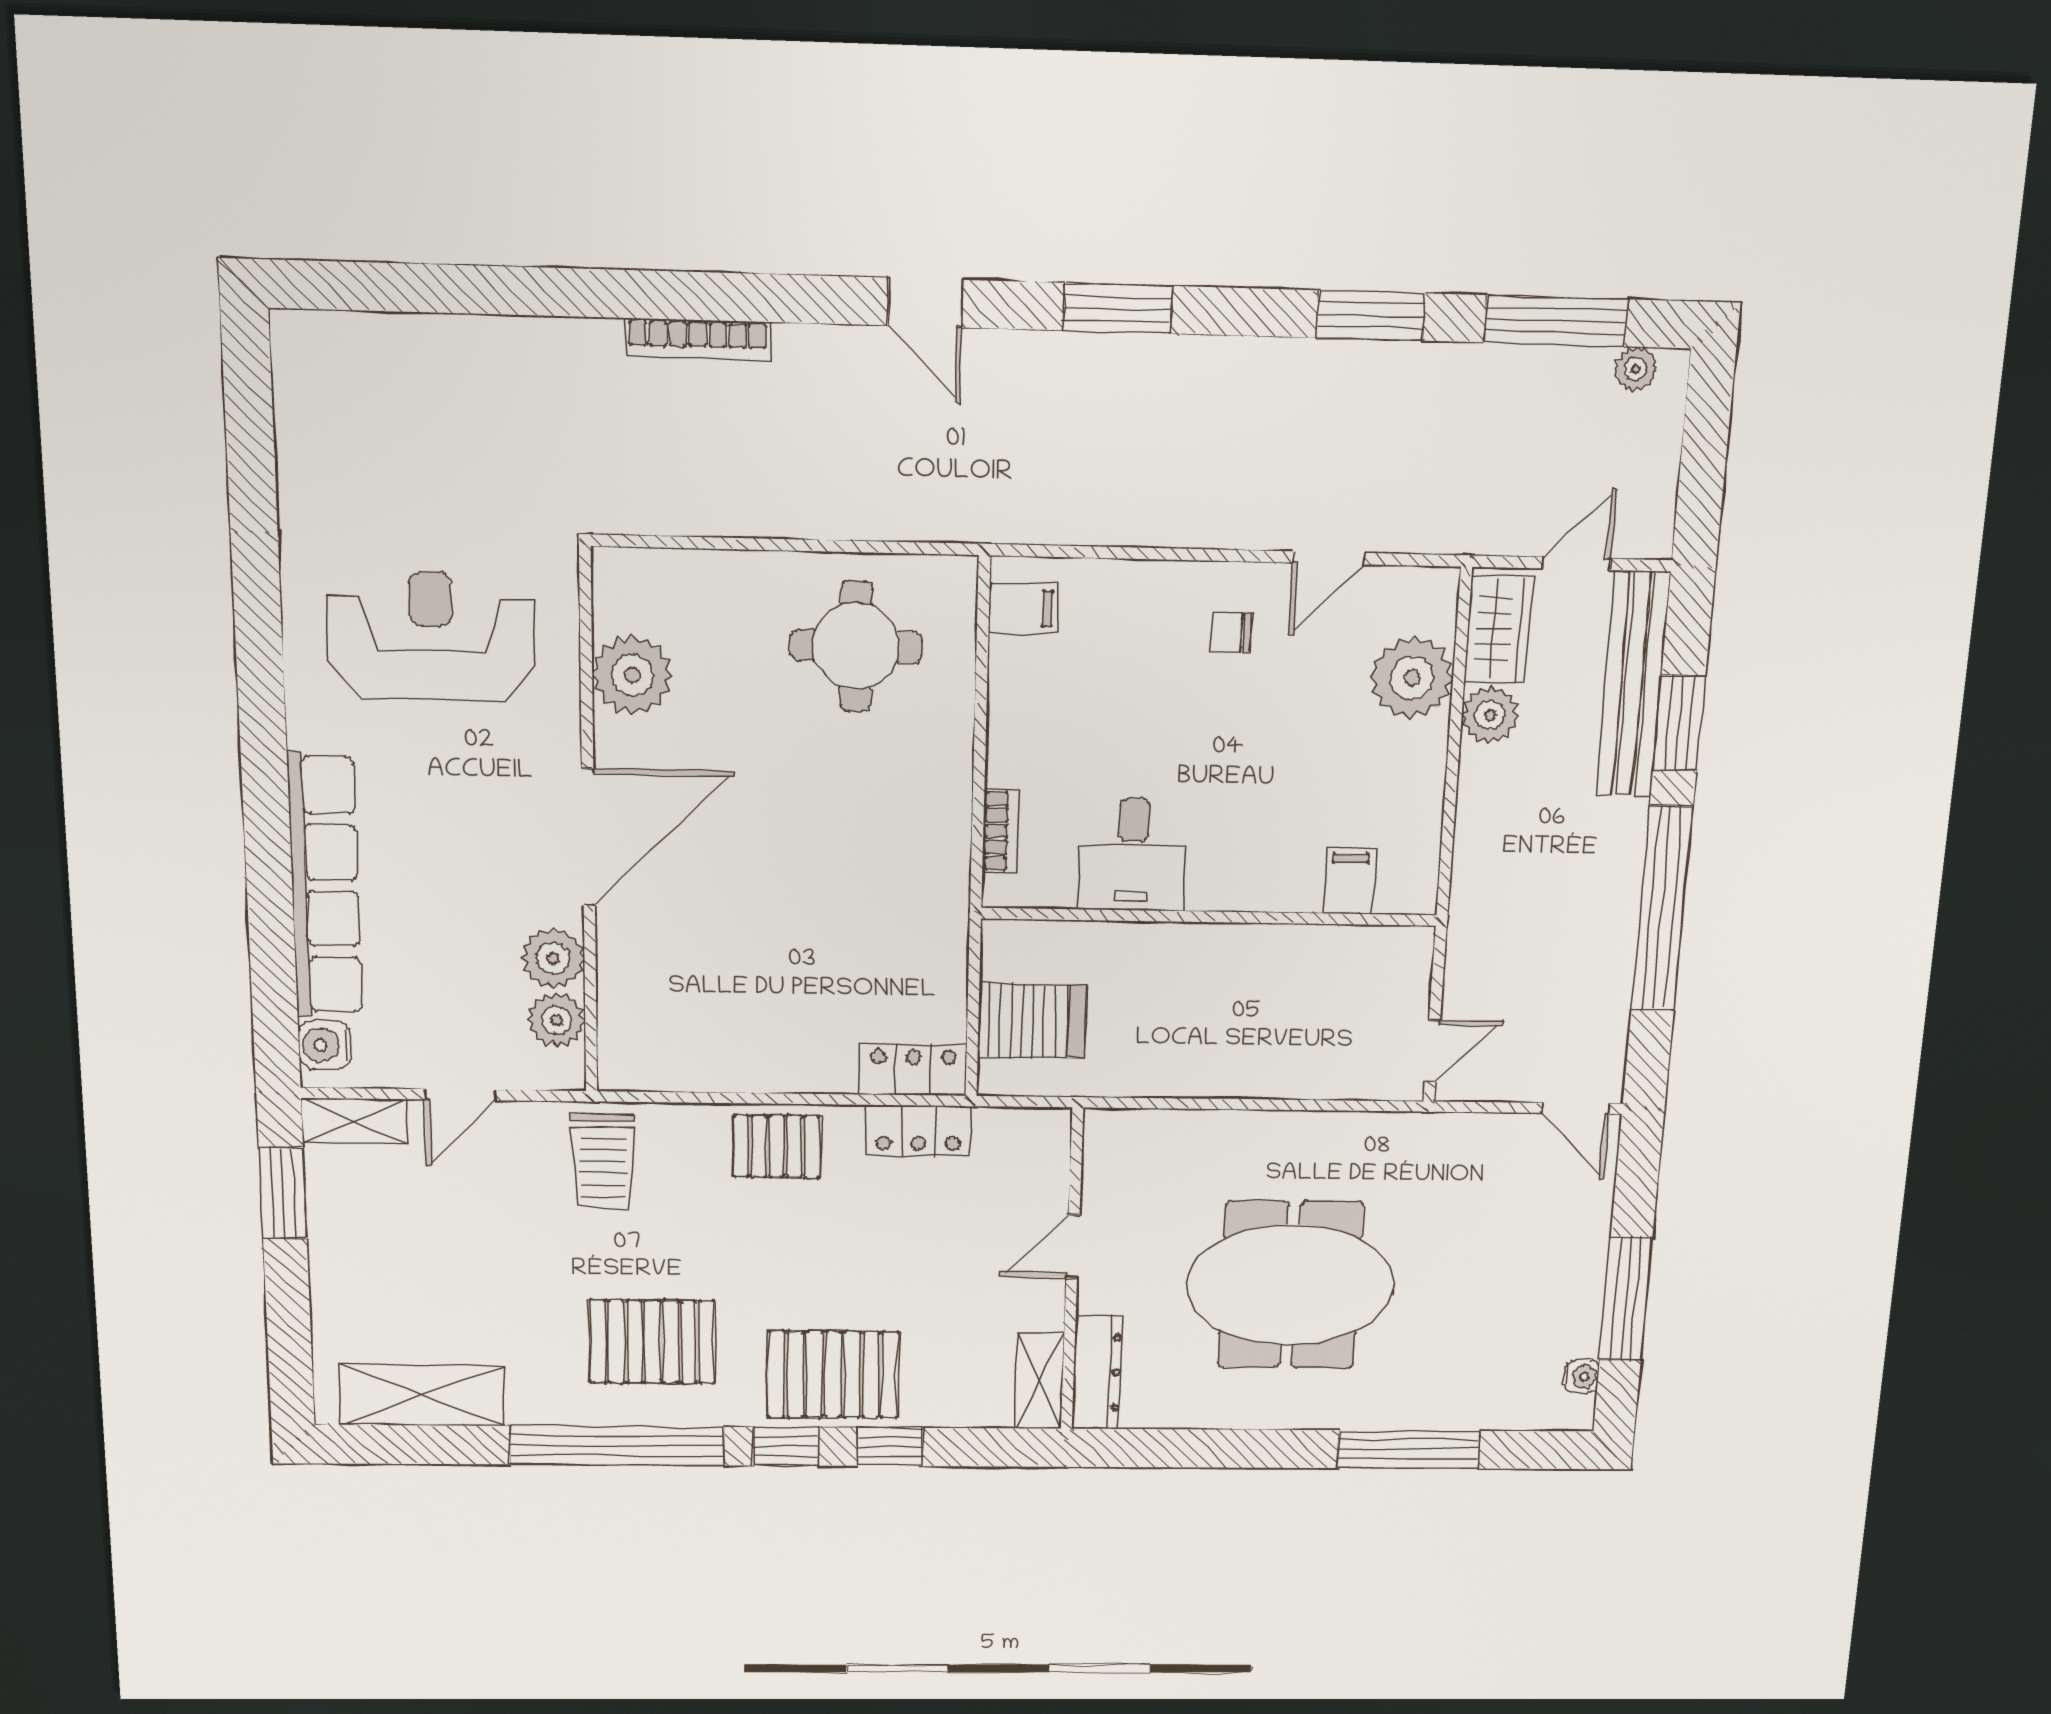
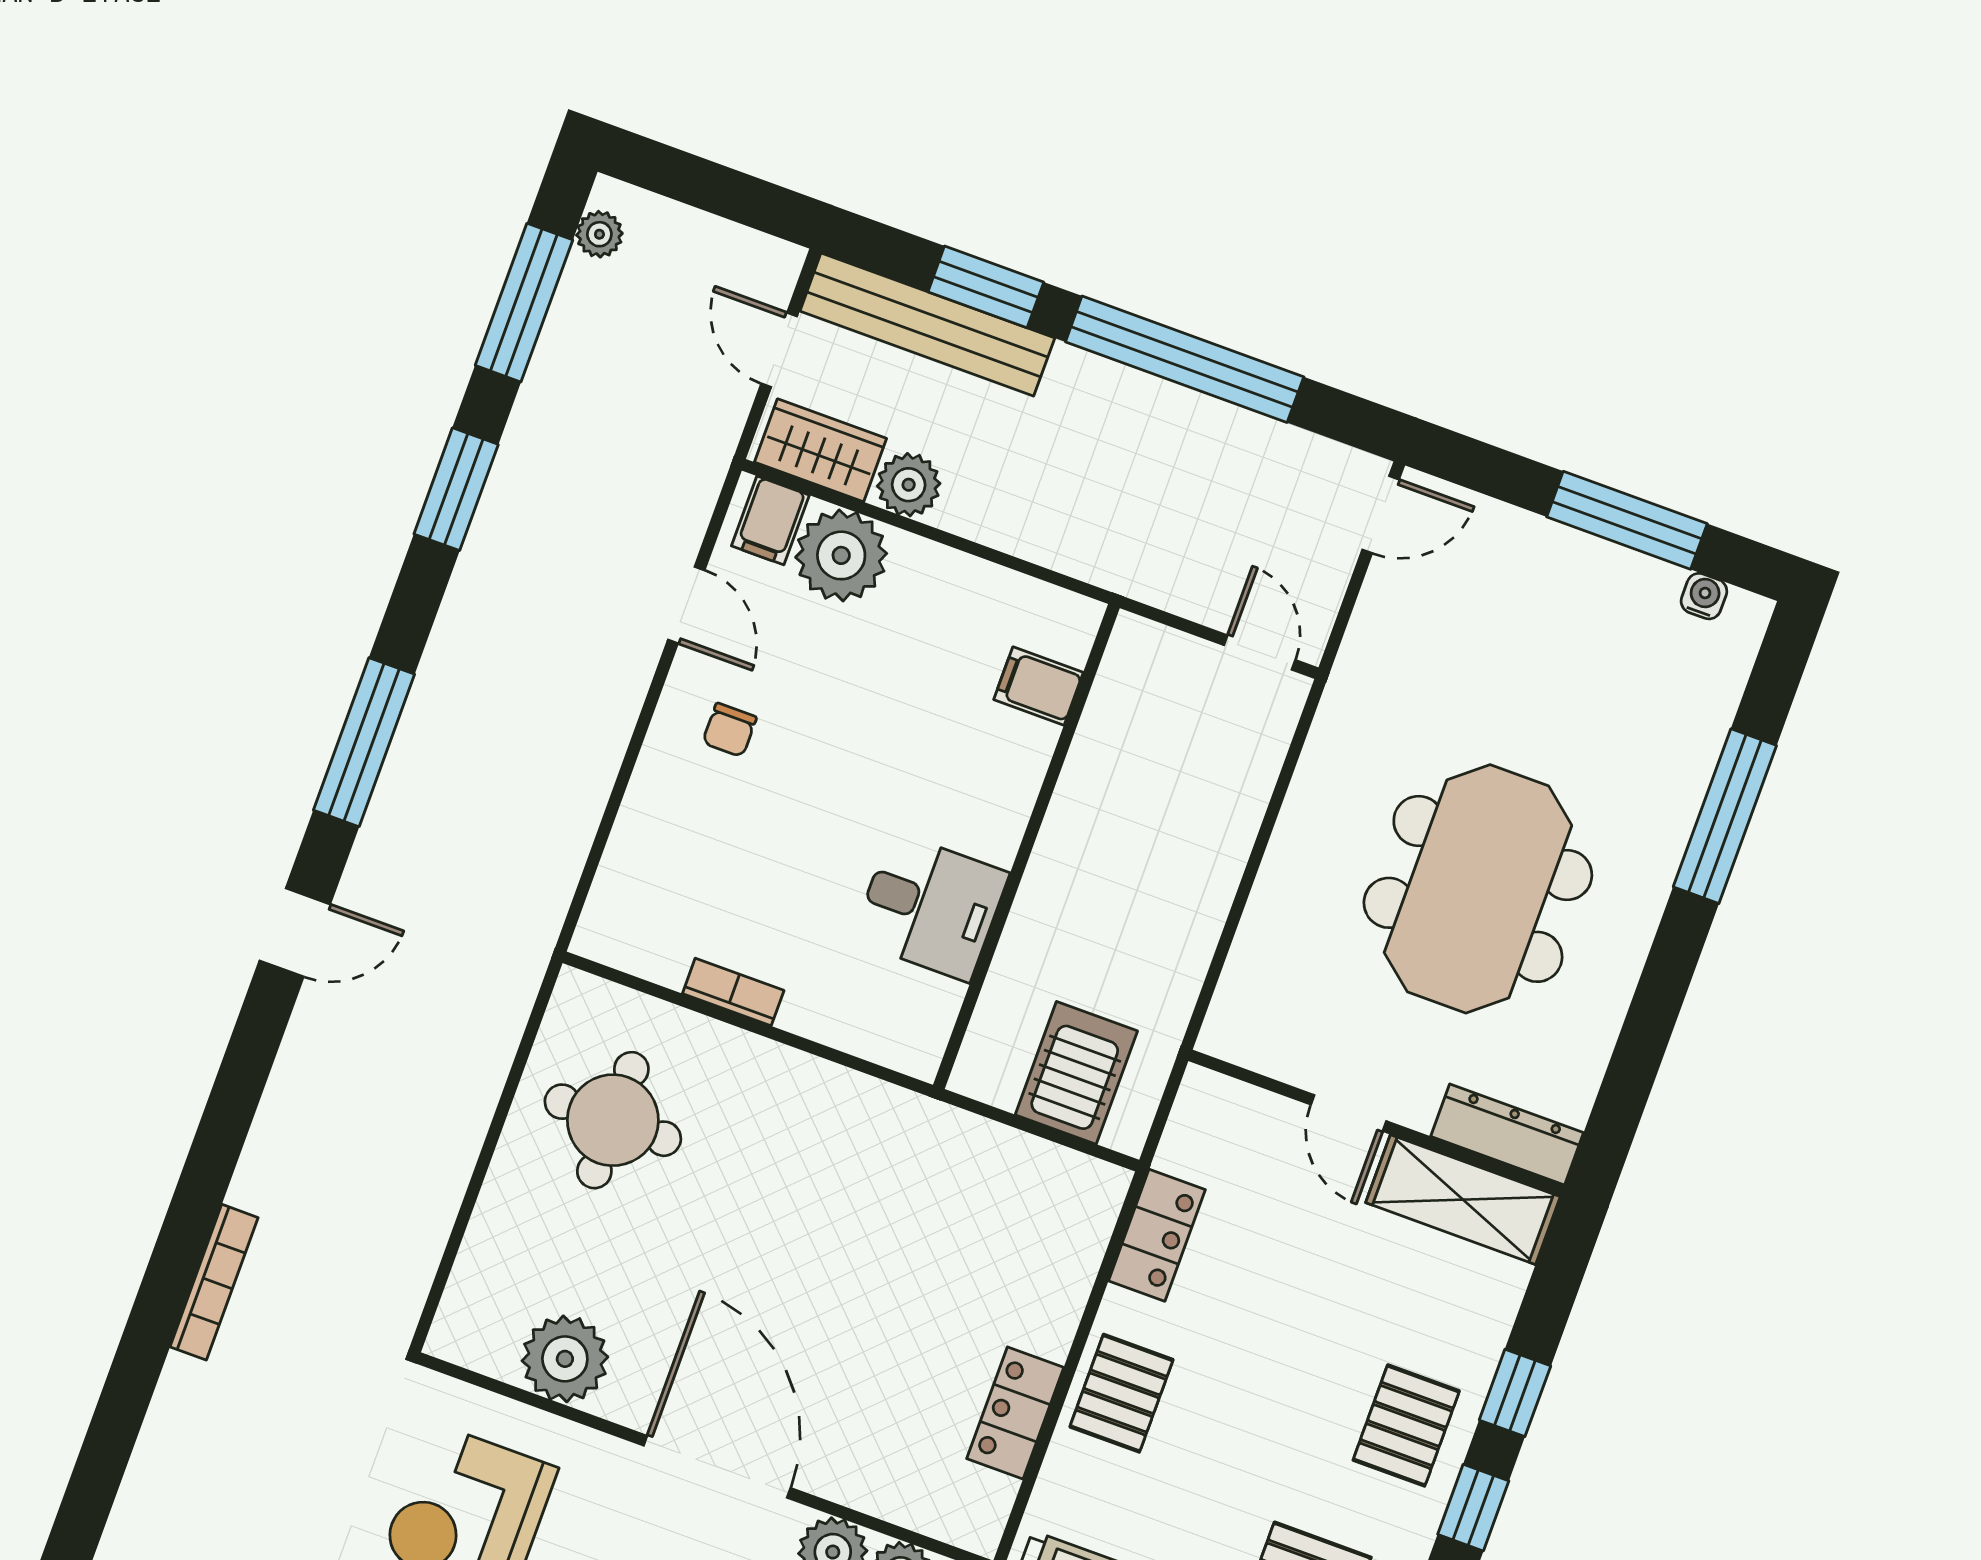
window: (1117, 308) -> (364, 742), width x1.44
bookcase: (698, 339) -> (214, 1282), moved
filing cabinet: (1023, 608) -> (770, 520), moved, turned 180
bookcase: (1000, 831) -> (733, 992), moved
locker: (913, 1070) -> (1015, 1413), moved
pallet: (833, 1375) -> (1406, 1425), width x0.67, depth x0.71
shelving: (1040, 1381) -> (1463, 1200), width x1.50, depth x1.33

